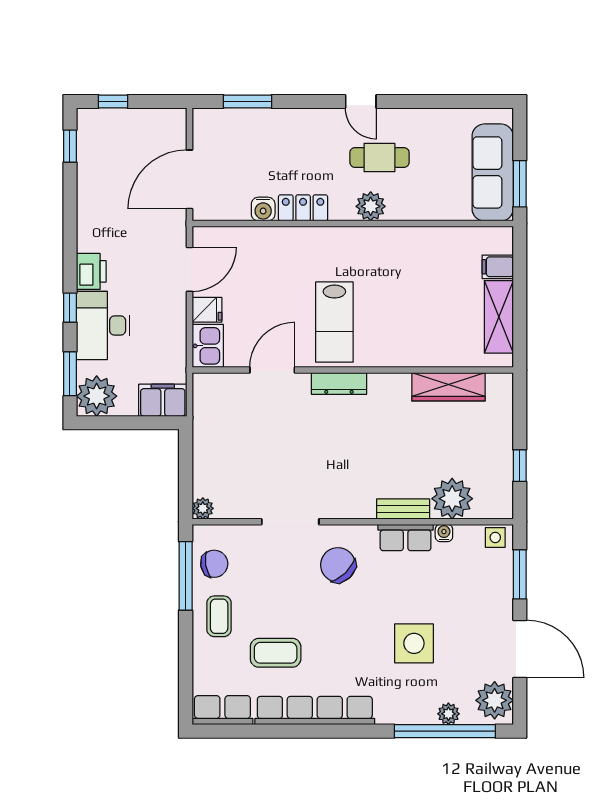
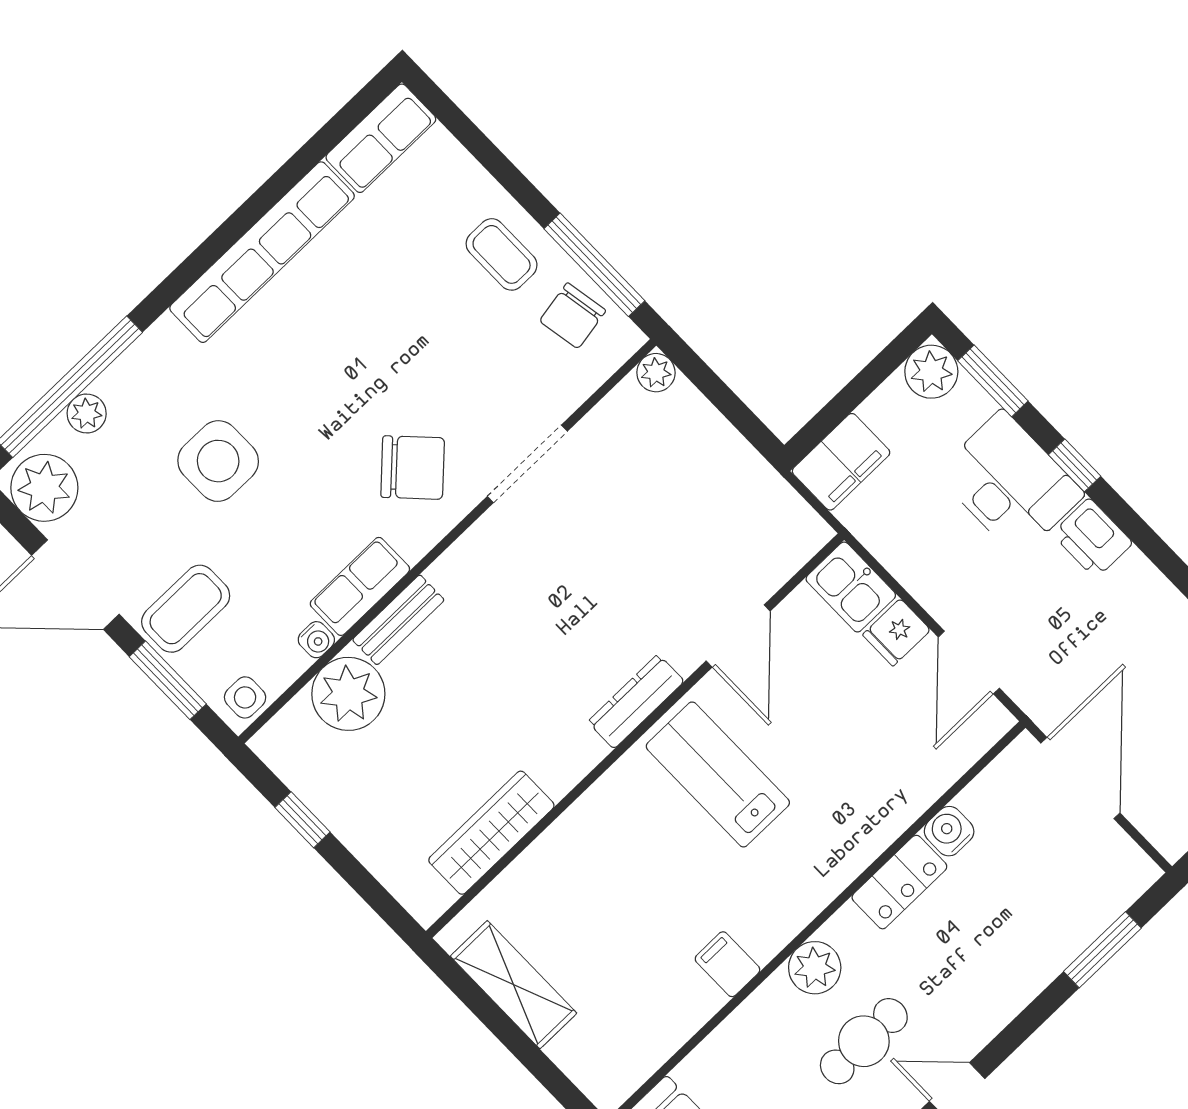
filing cabinet: (498, 267) -> (727, 964), moved, turned -90
plant: (97, 396) -> (931, 372), width x0.73, depth x0.73
coffee table: (276, 653) -> (186, 609), moved

